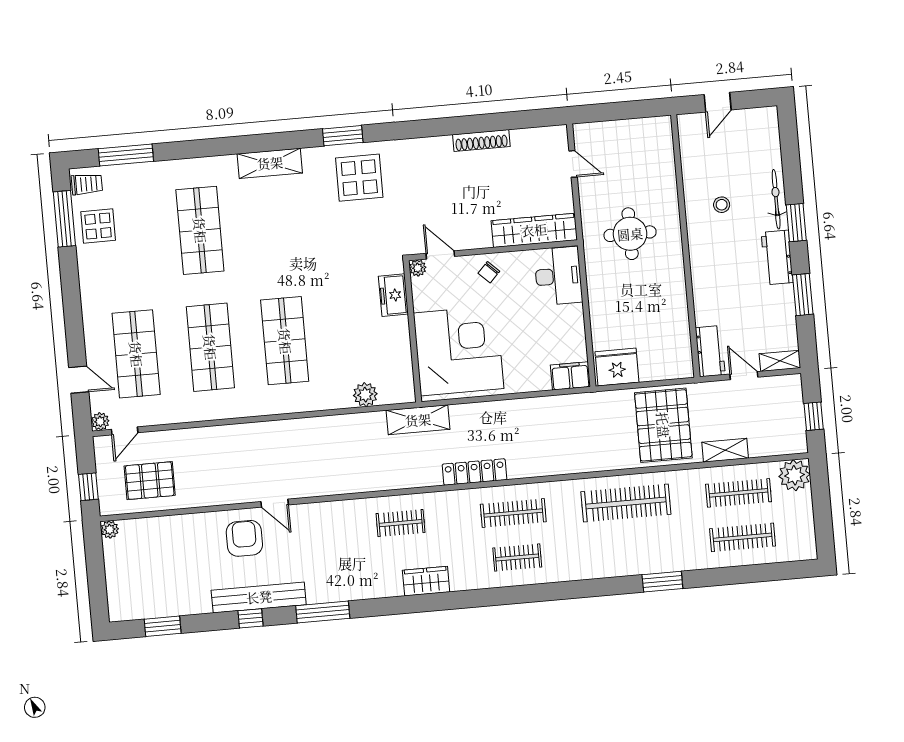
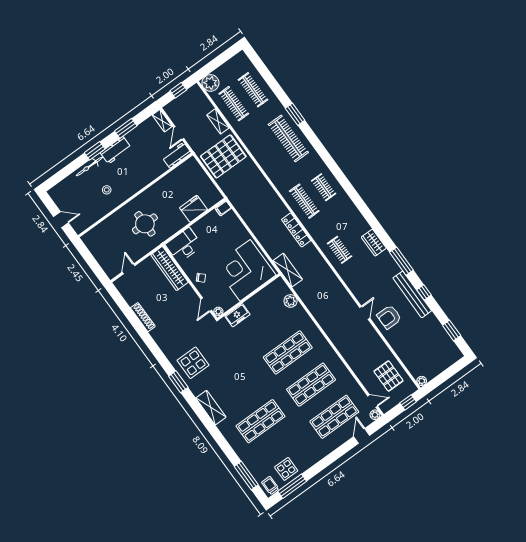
fridge: (617, 367) -> (194, 209), moved, turned 90
filing cabinet: (570, 376) -> (223, 208), width x0.50
clothes rail: (626, 503) -> (288, 138), moved
wardrobe: (426, 581) -> (374, 243), moved

